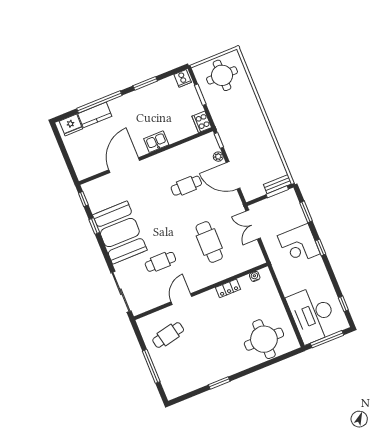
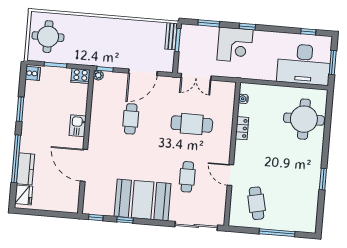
plant: (218, 157) -> (98, 75), moved
window: (327, 339) -> (333, 63), width x0.69

